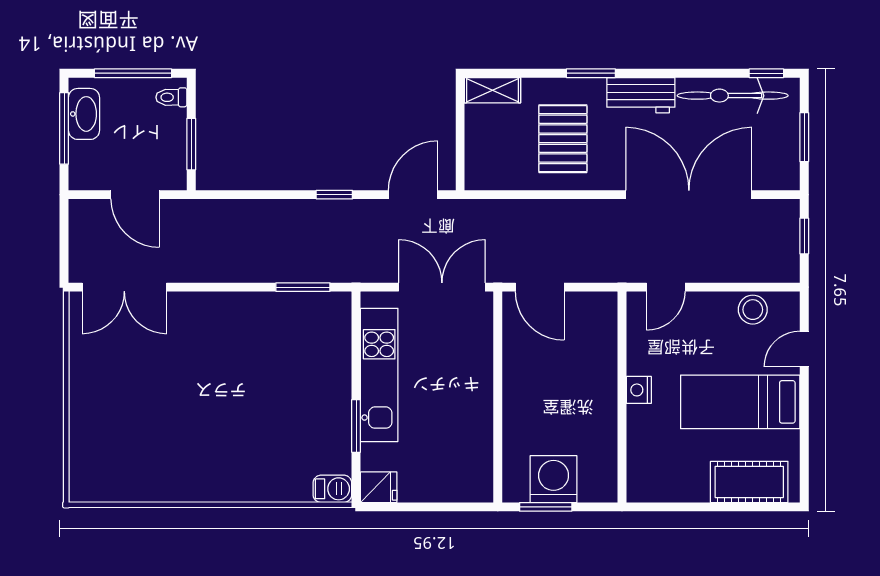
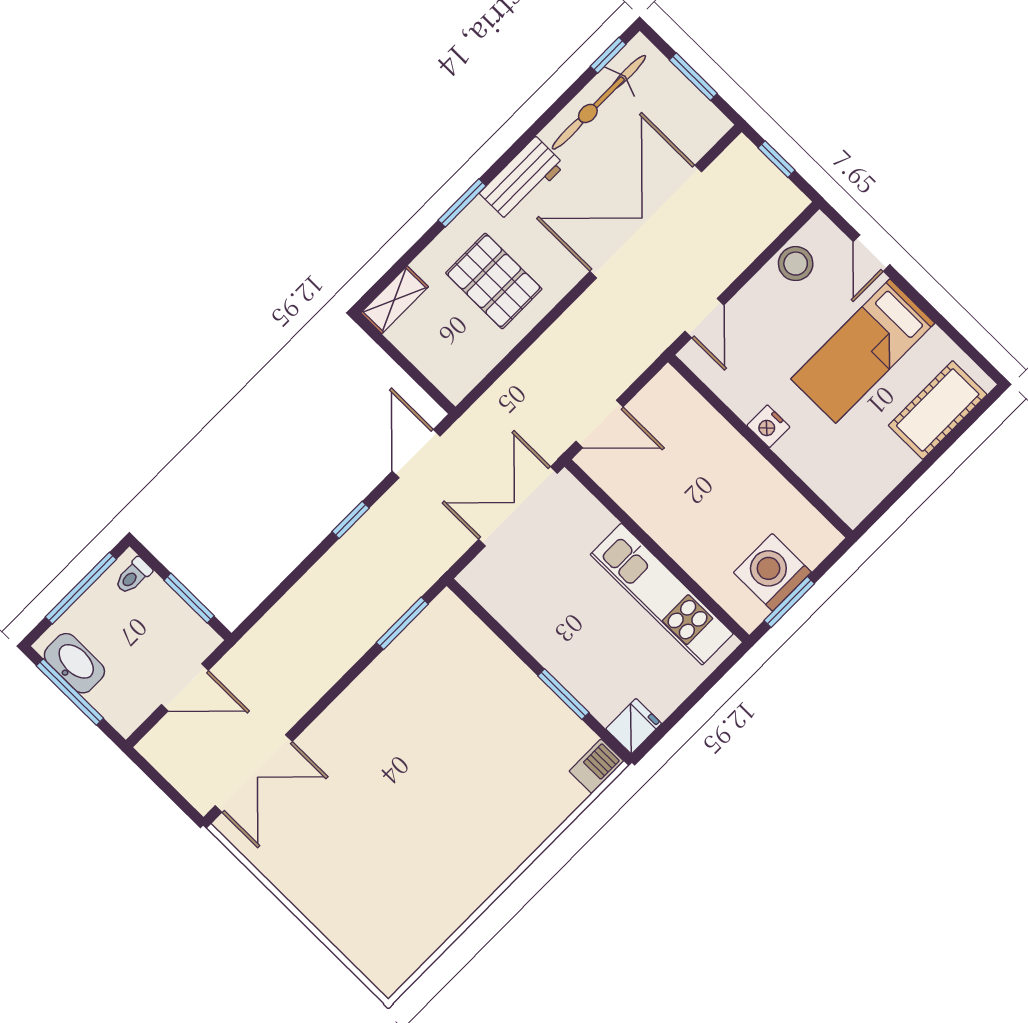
kitchen unit: (379, 375) -> (662, 594), moved, turned 180

